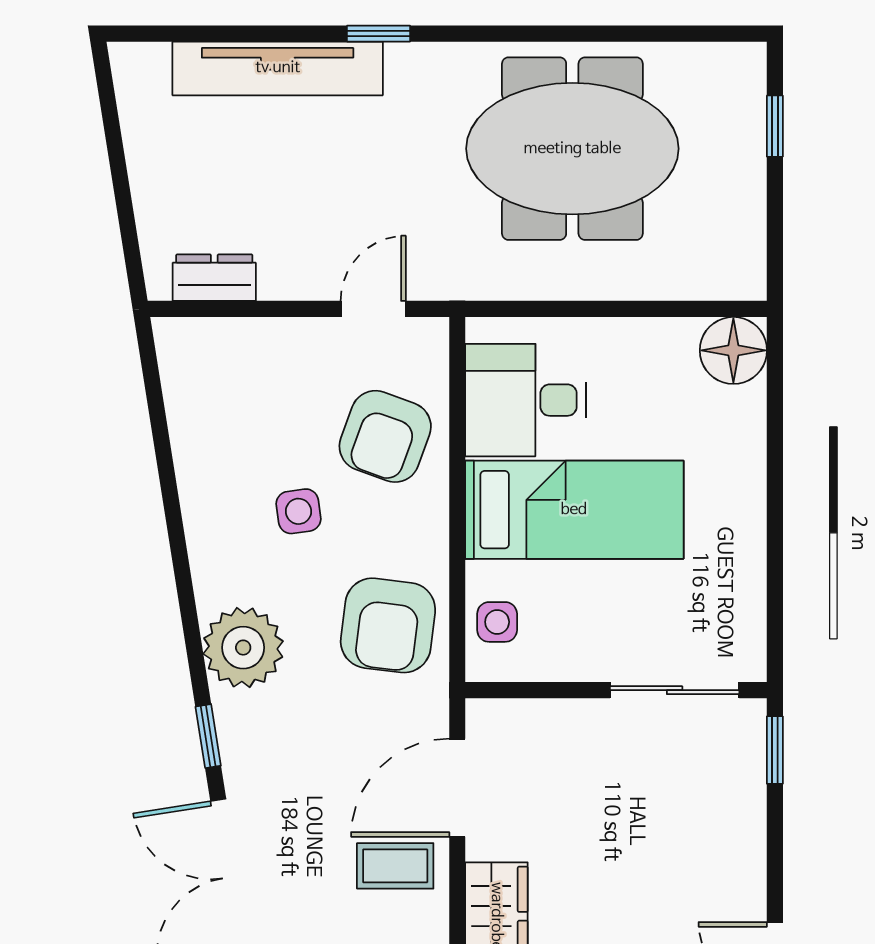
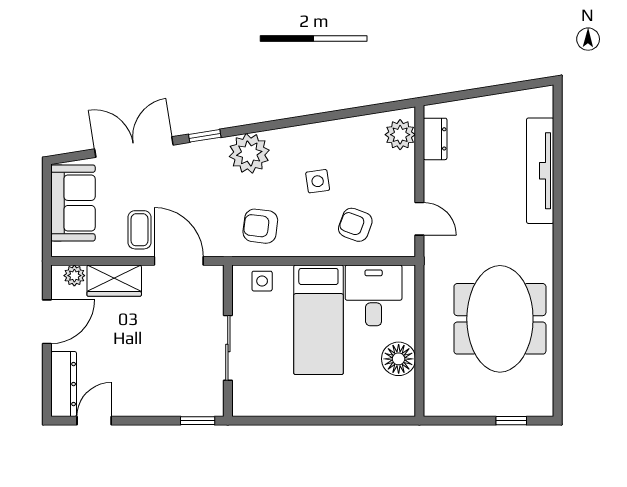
window: (379, 34) -> (558, 221), removed
plant: (206, 347) -> (400, 135), added
floor lamp: (733, 350) -> (399, 359), moved
armchair: (385, 436) -> (355, 225), width x0.72, depth x0.72
armchair: (388, 625) -> (260, 226), width x0.72, depth x0.72
sliding door: (675, 690) -> (228, 348), moved

